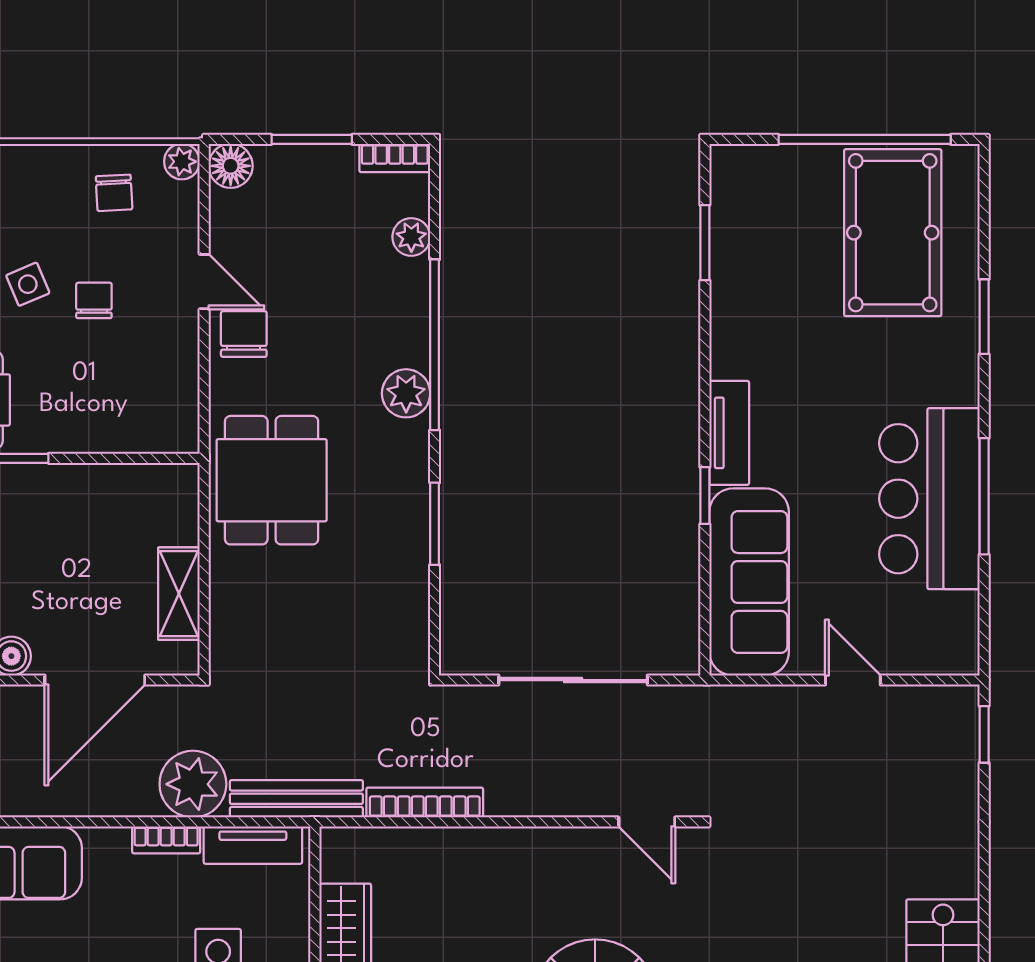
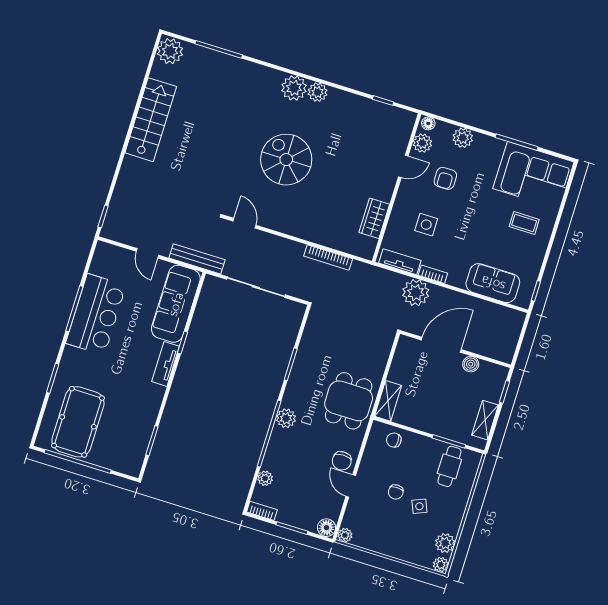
chair: (114, 193) -> (394, 440), moved, turned -87
shelving: (179, 594) -> (388, 401), moved
bench: (296, 799) -> (197, 259), moved

